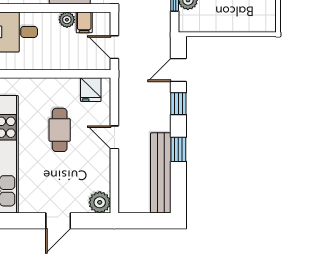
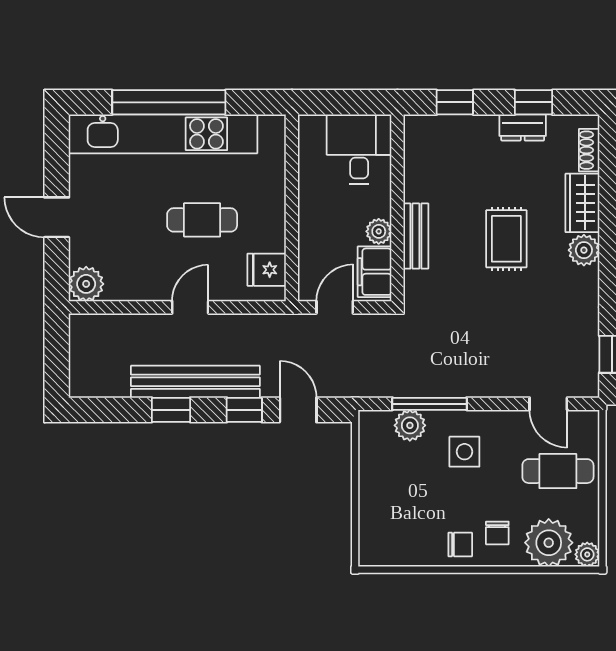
filing cabinet: (84, 22) -> (375, 272), width x2.00
bench: (161, 173) -> (195, 382), moved

